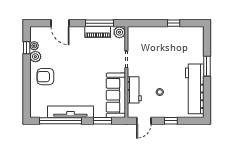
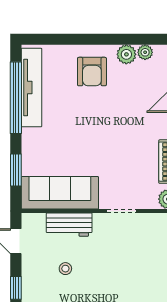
window: (27, 48) -> (142, 39), removed
armchair: (45, 77) -> (92, 72), turned 180
tv unit: (70, 112) -> (31, 88), moved

